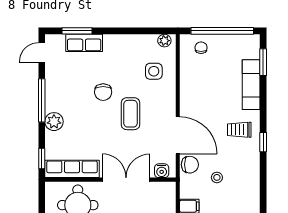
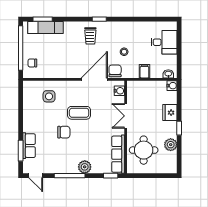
plant: (164, 41) -> (27, 89), removed
exam couch: (251, 85) -> (46, 28), moved
double door: (126, 180) -> (126, 116), width x0.73

